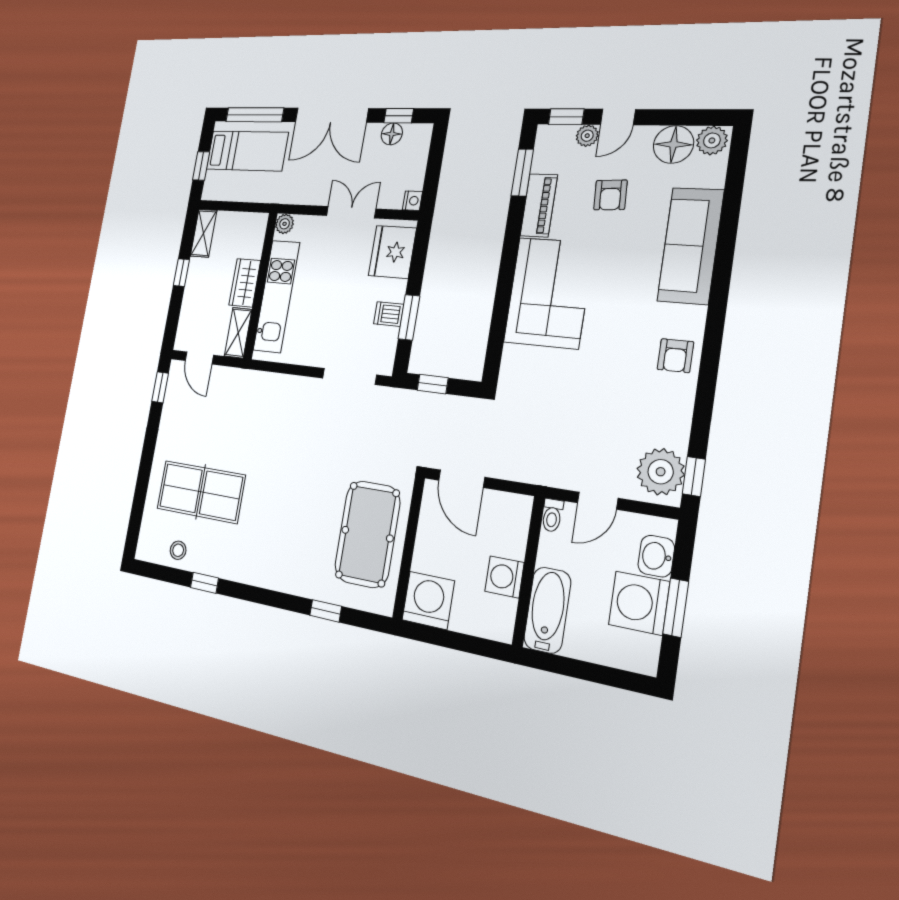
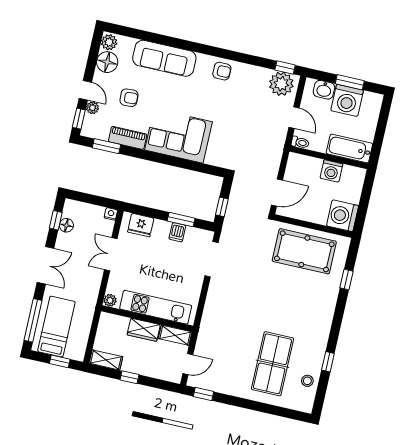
double door: (332, 115) -> (46, 265), width x0.73
fridge: (392, 252) -> (141, 225), width x0.73, depth x0.75

